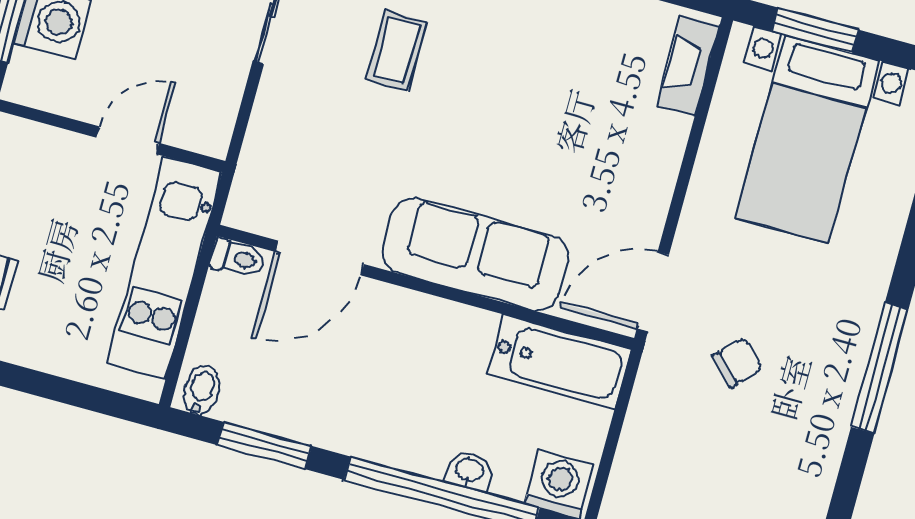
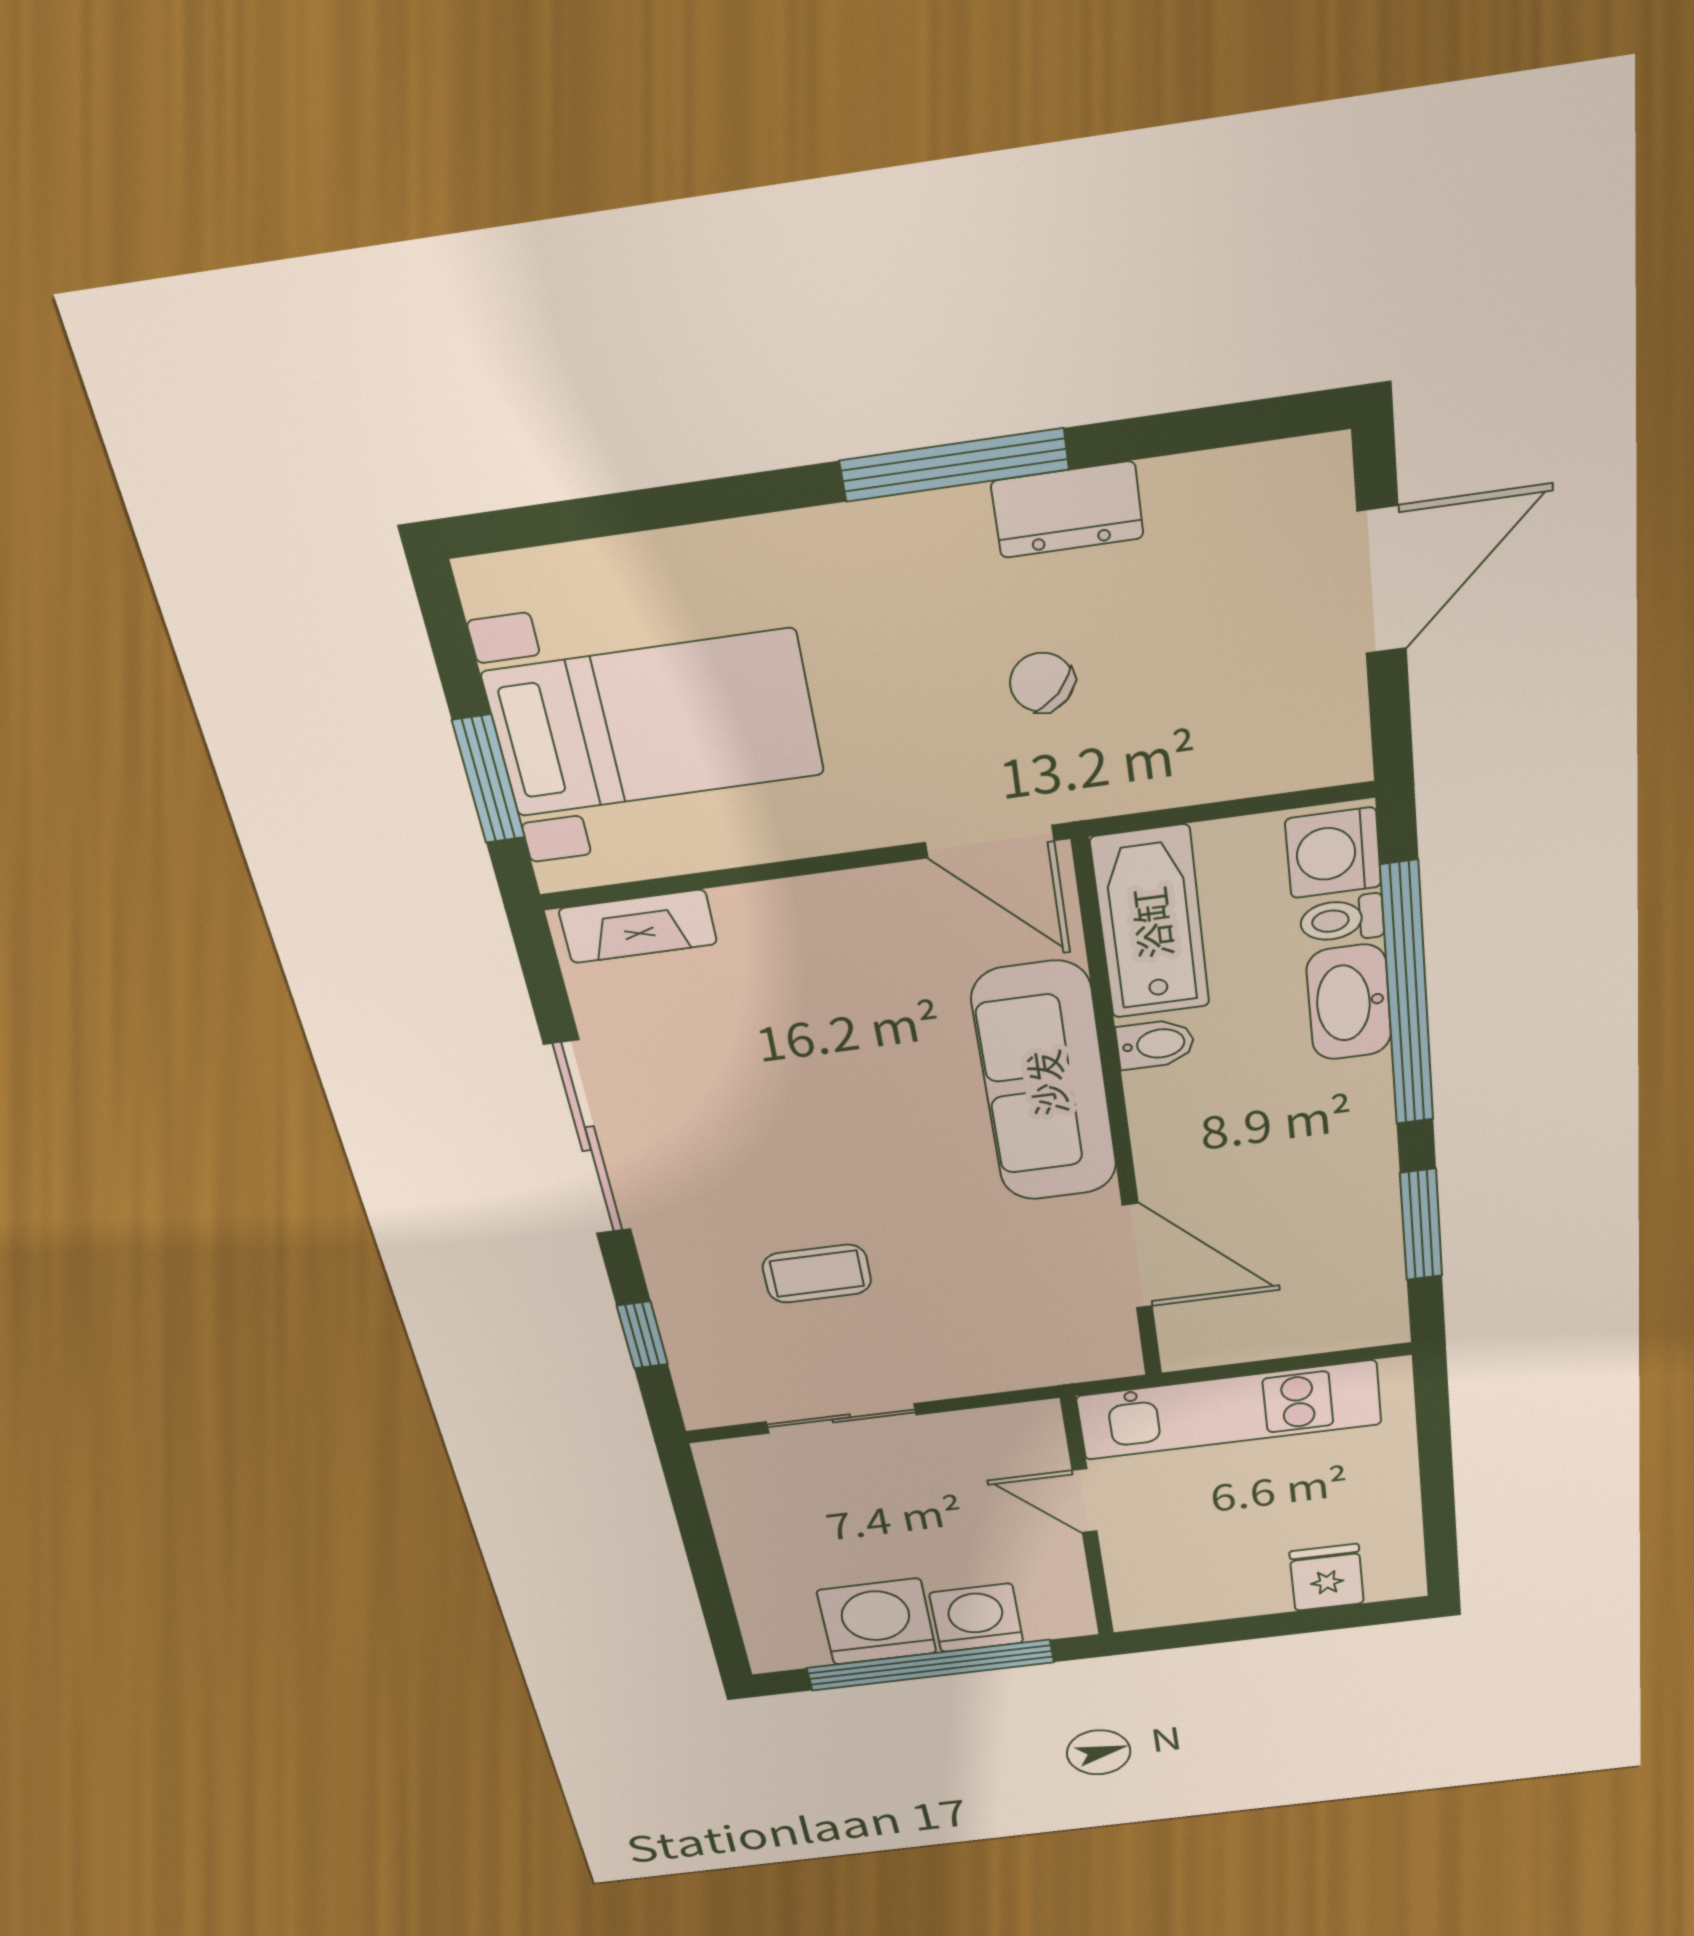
toilet: (238, 258) -> (1342, 920), moved, turned -90
bidet: (202, 390) -> (1155, 1044), moved, turned 180
dresser: (830, 417) -> (1067, 510), added
washbasin: (470, 471) -> (1349, 1002), width x1.91, depth x1.45

